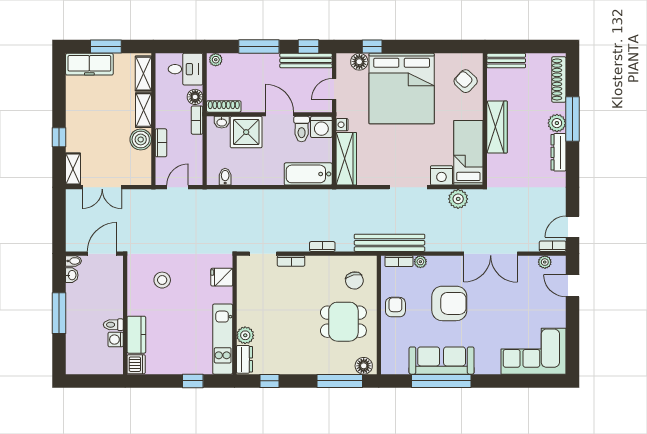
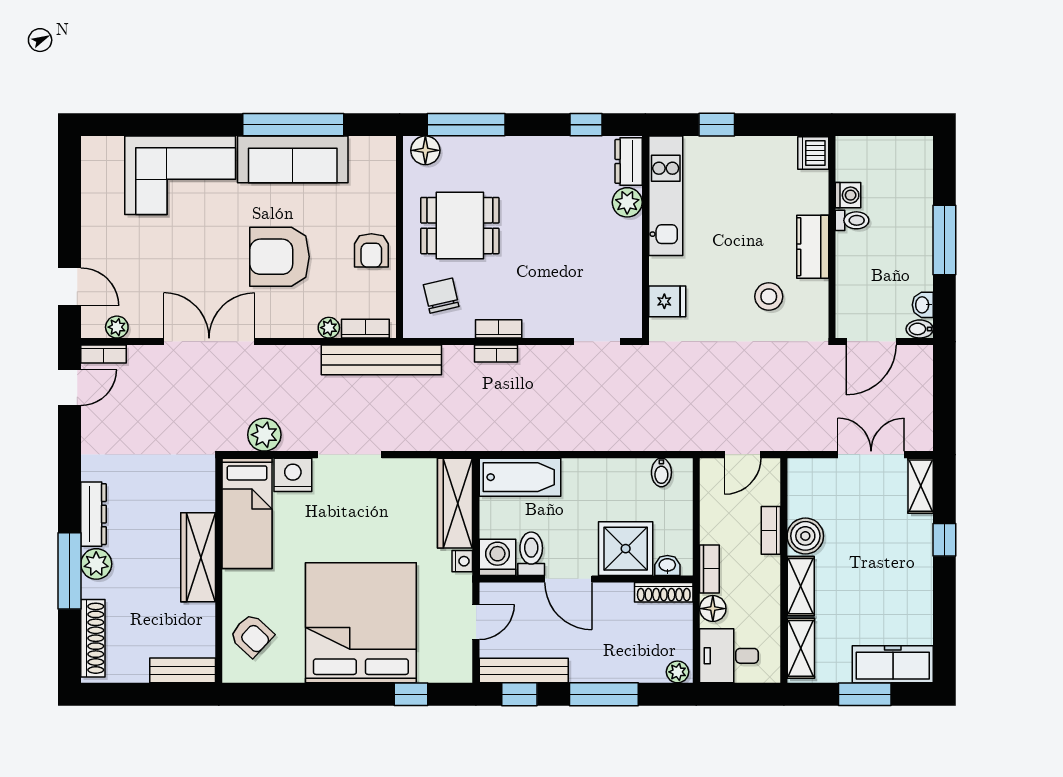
floor lamp: (359, 62) -> (433, 668), removed
bookcase: (291, 261) -> (499, 329), moved
kitchen counter: (136, 335) -> (813, 247), moved
corner sofa: (533, 351) -> (180, 175), moved

